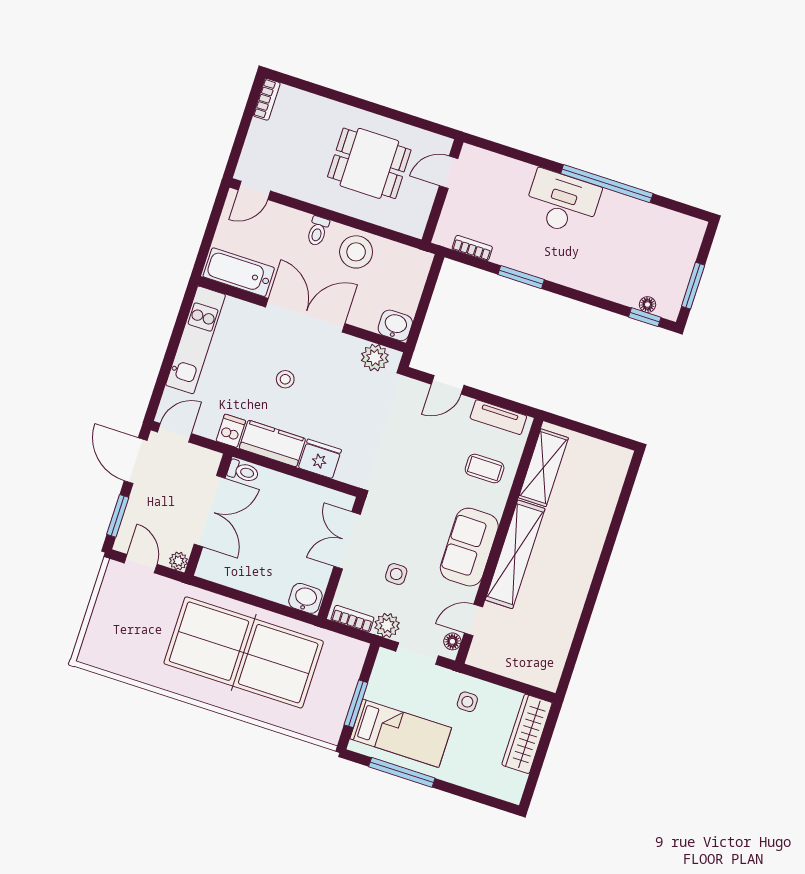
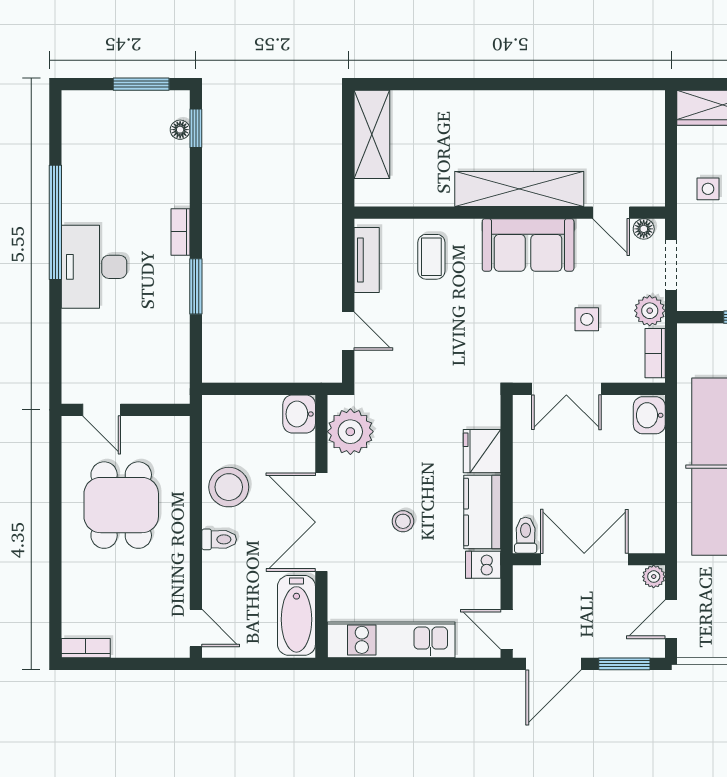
bookcase: (472, 248) -> (180, 232), moved
plant: (375, 358) -> (350, 432), width x1.36, depth x1.36
shelving: (543, 468) -> (372, 134), moved, turned 90

